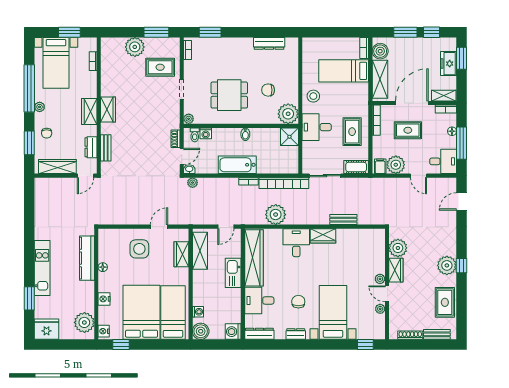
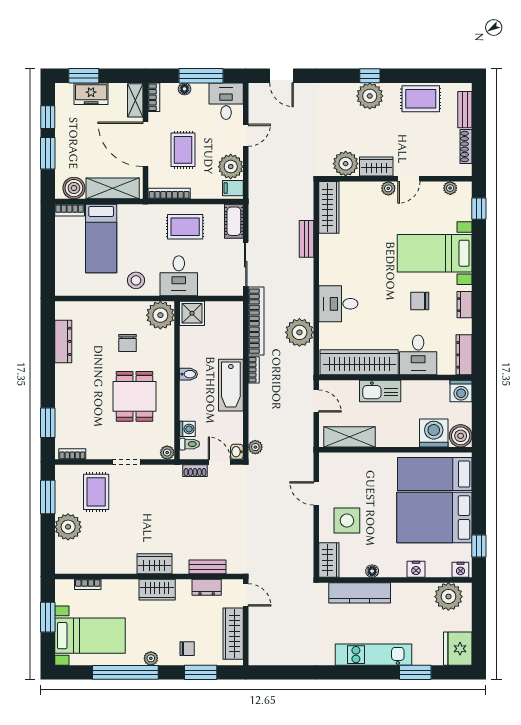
wardrobe: (323, 236) -> (329, 207), moved, width x1.50
wardrobe: (181, 254) -> (329, 560), moved, turned -90
plant: (380, 309) -> (450, 188), moved
washing machine: (198, 312) -> (434, 433), width x1.89, depth x1.89

